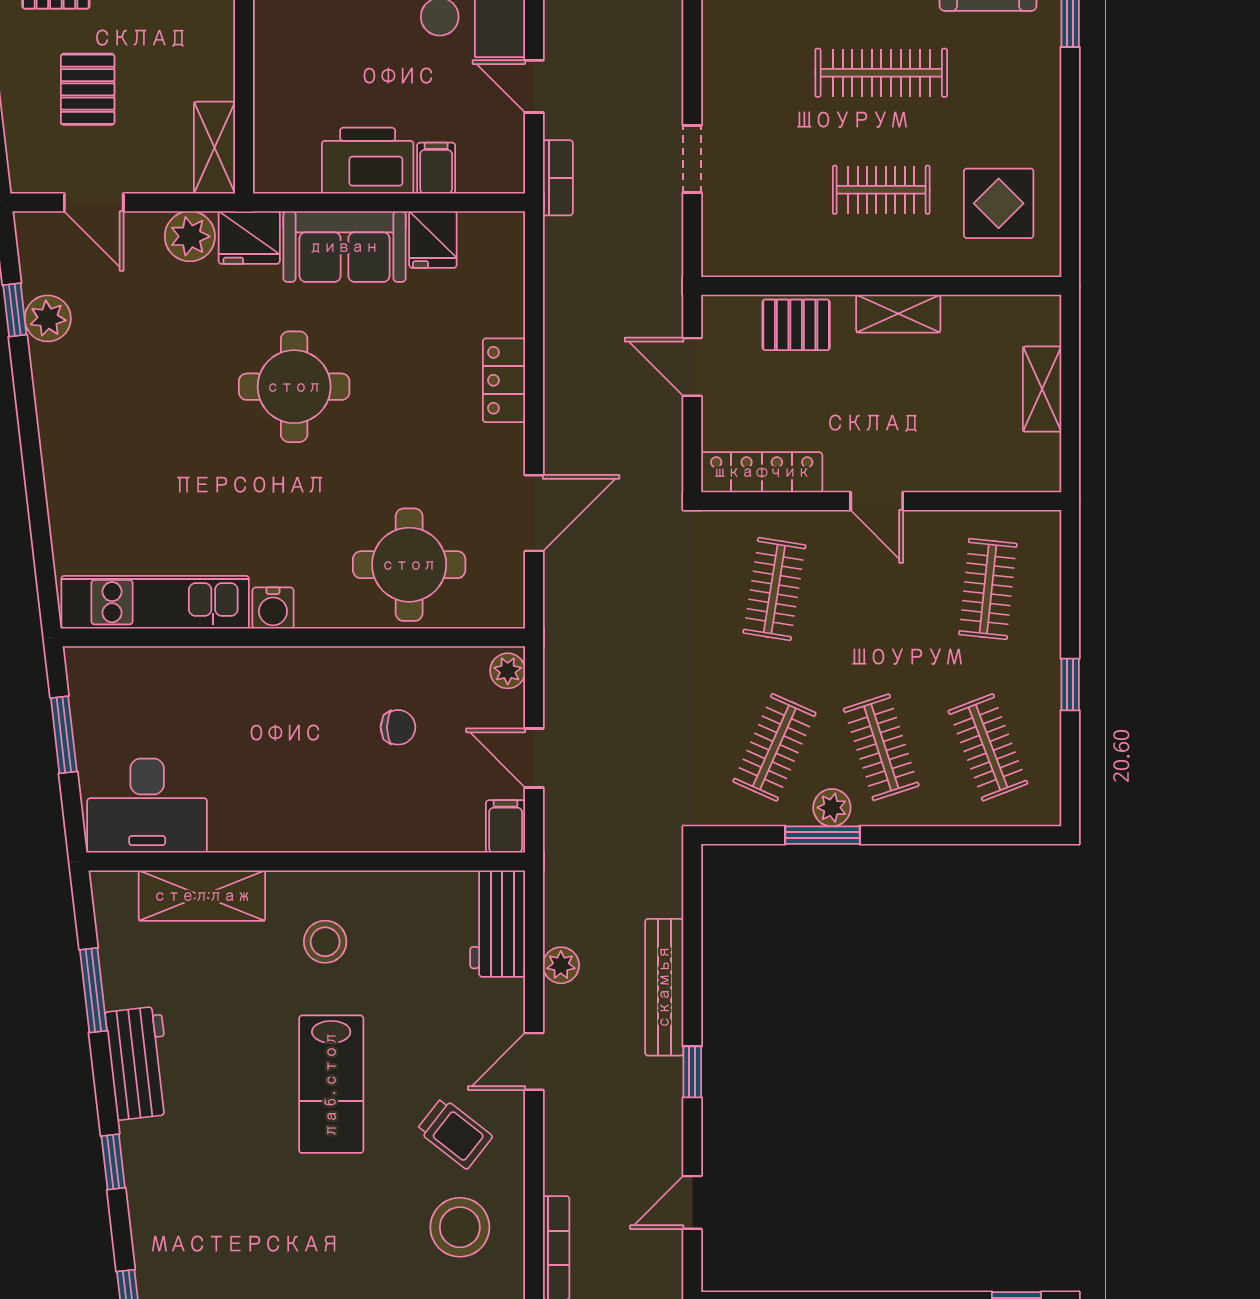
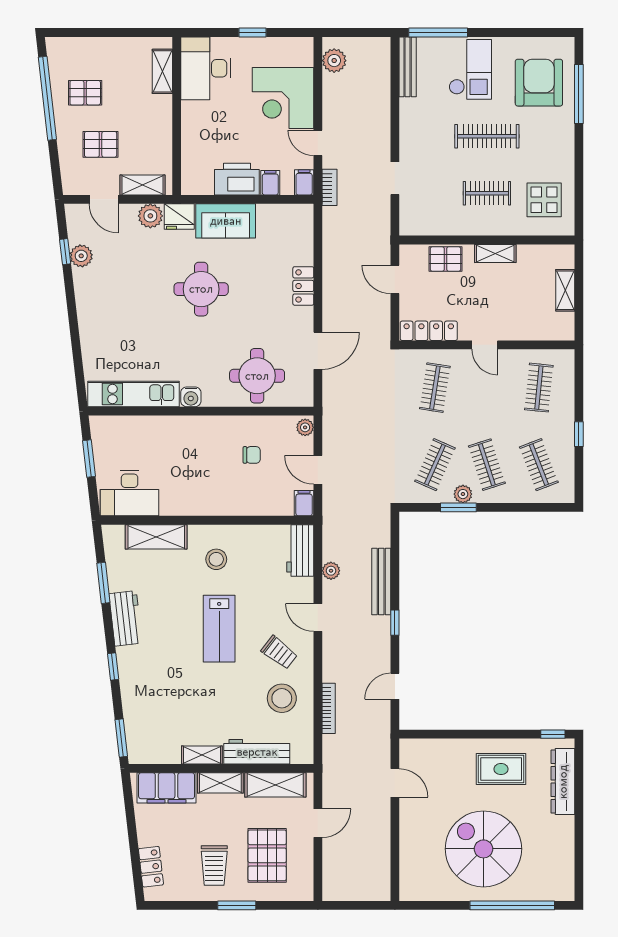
pallet: (88, 89) -> (101, 144), turned 90
shelving: (215, 148) -> (143, 185), moved, turned 90
filing cabinet: (506, 167) -> (304, 182), added
fridge: (433, 240) -> (269, 217), removed
door: (534, 1061) -> (318, 618), hinge flipped

